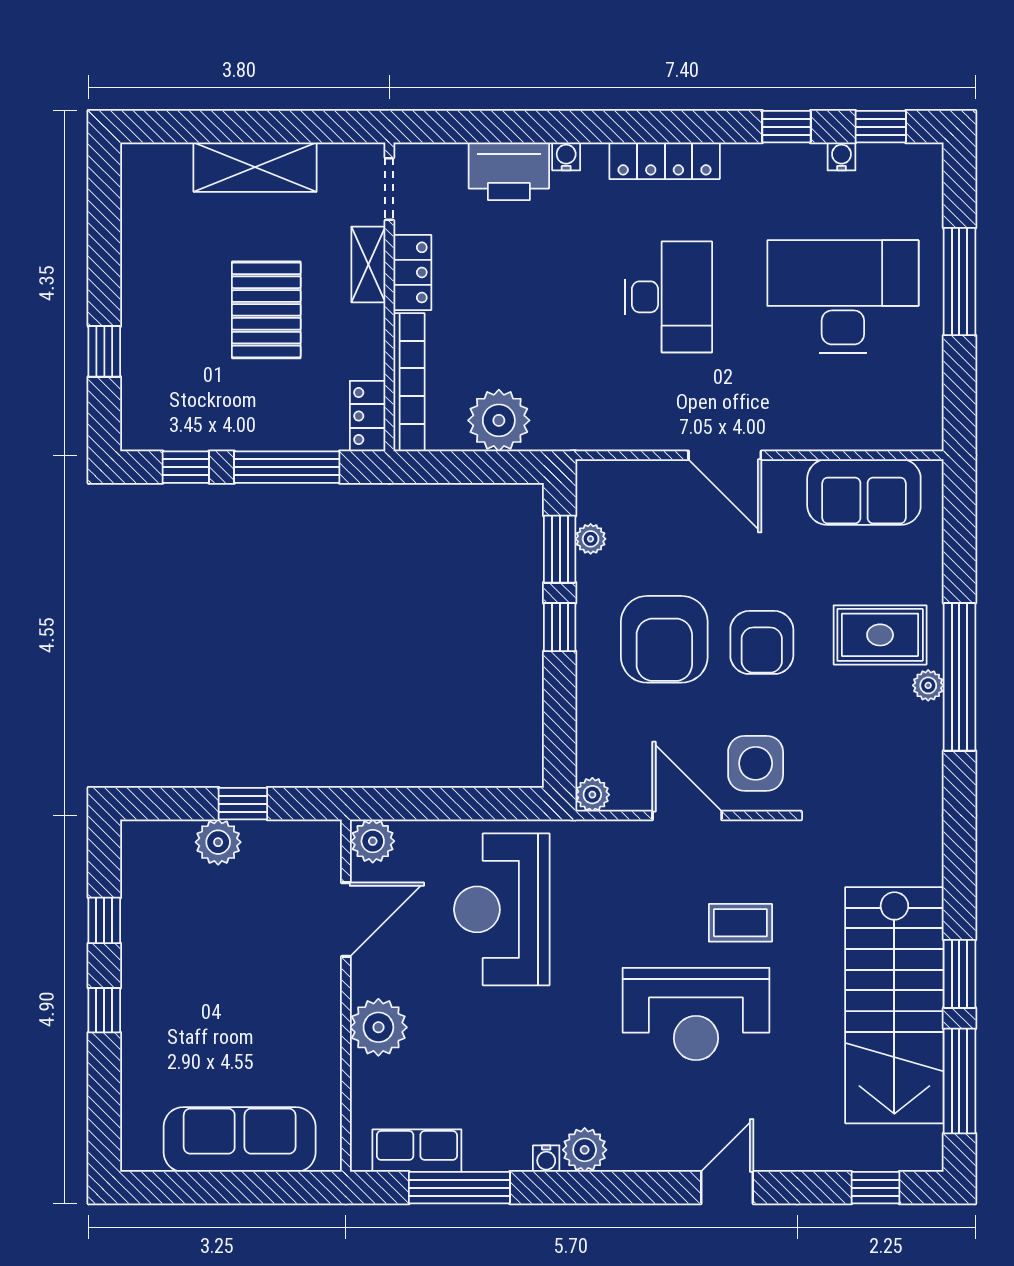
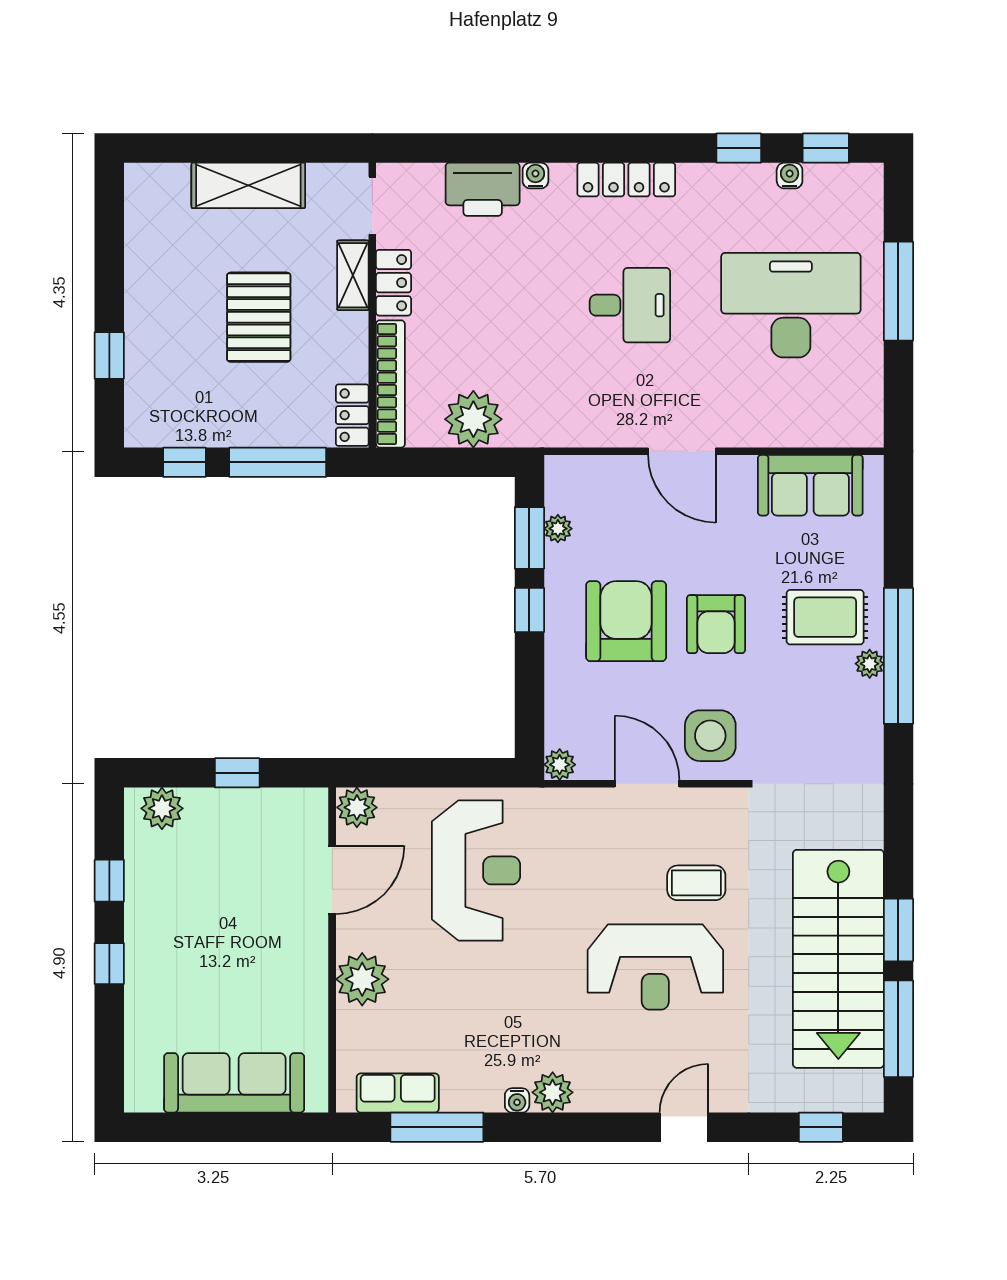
desk: (668, 297) -> (630, 305), width x0.73
armchair: (664, 639) -> (626, 621), turned 180
plant: (218, 842) -> (162, 808), moved
reception desk: (502, 909) -> (476, 870), turned 180

